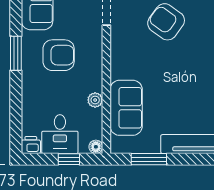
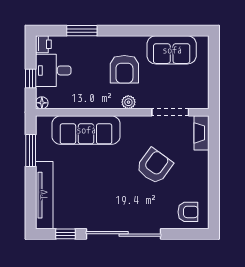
window: (16, 53) -> (82, 31), moved
plant: (95, 100) -> (128, 102), moved
sofa: (126, 108) -> (86, 130), width x1.36

